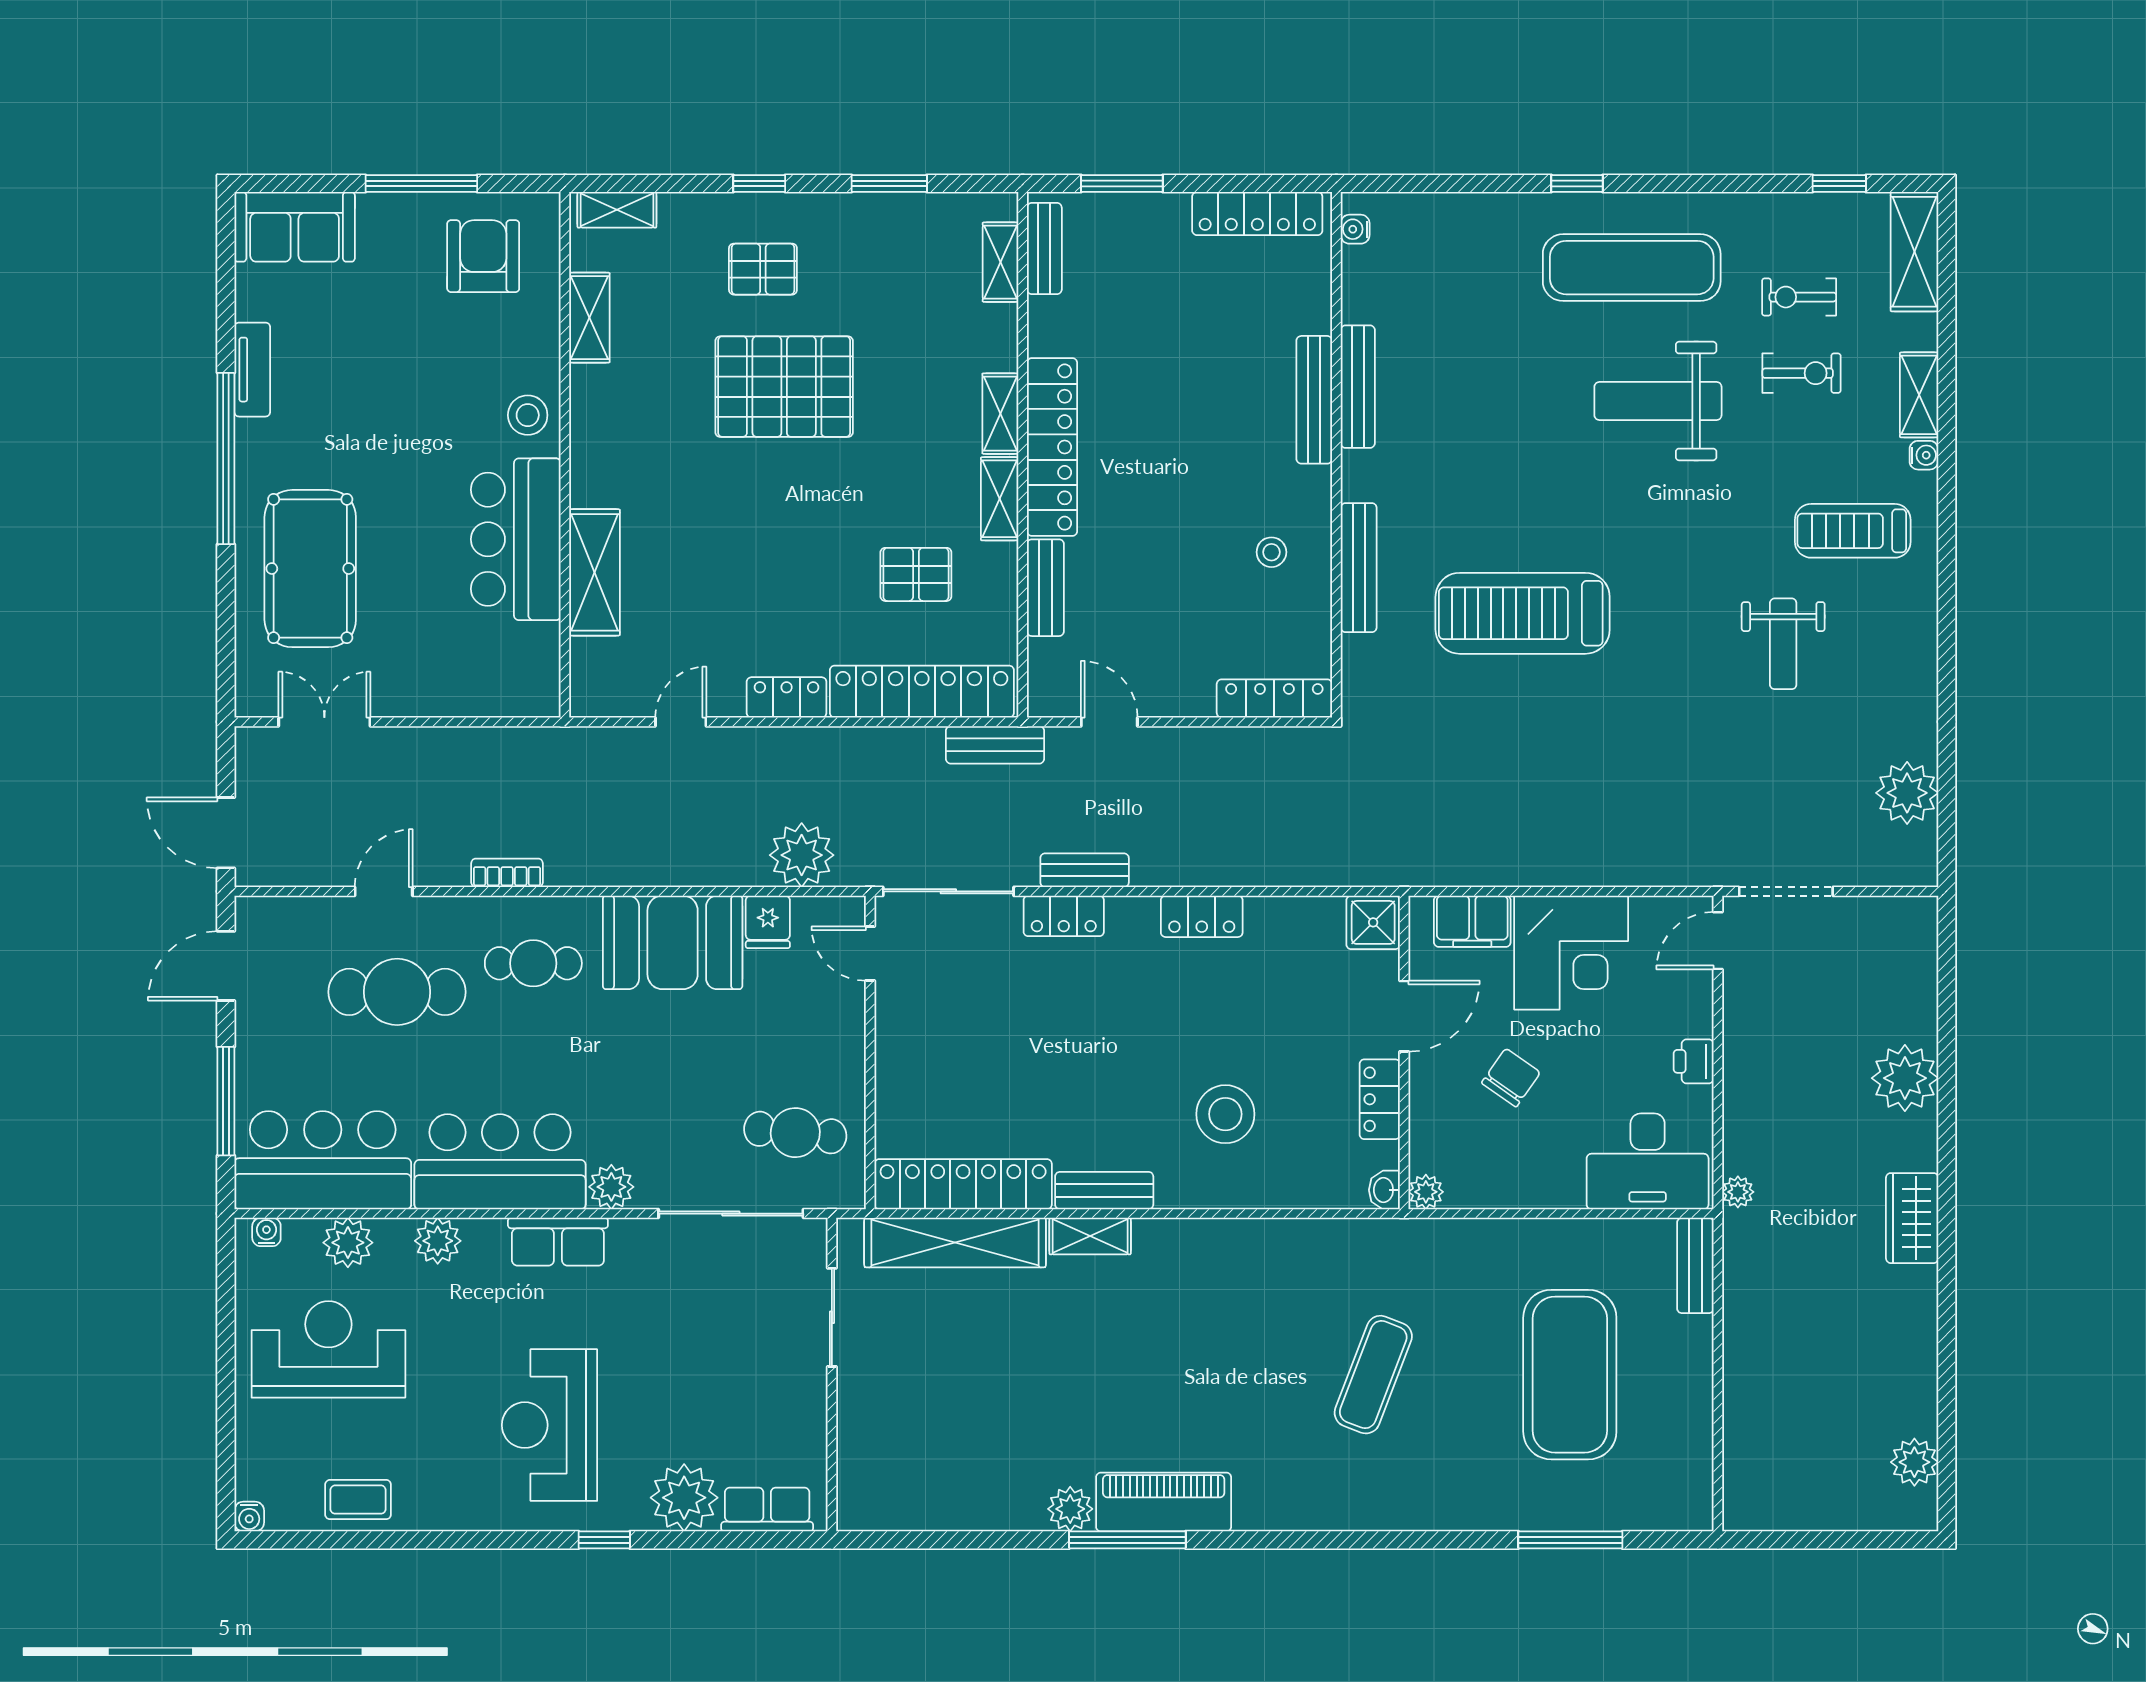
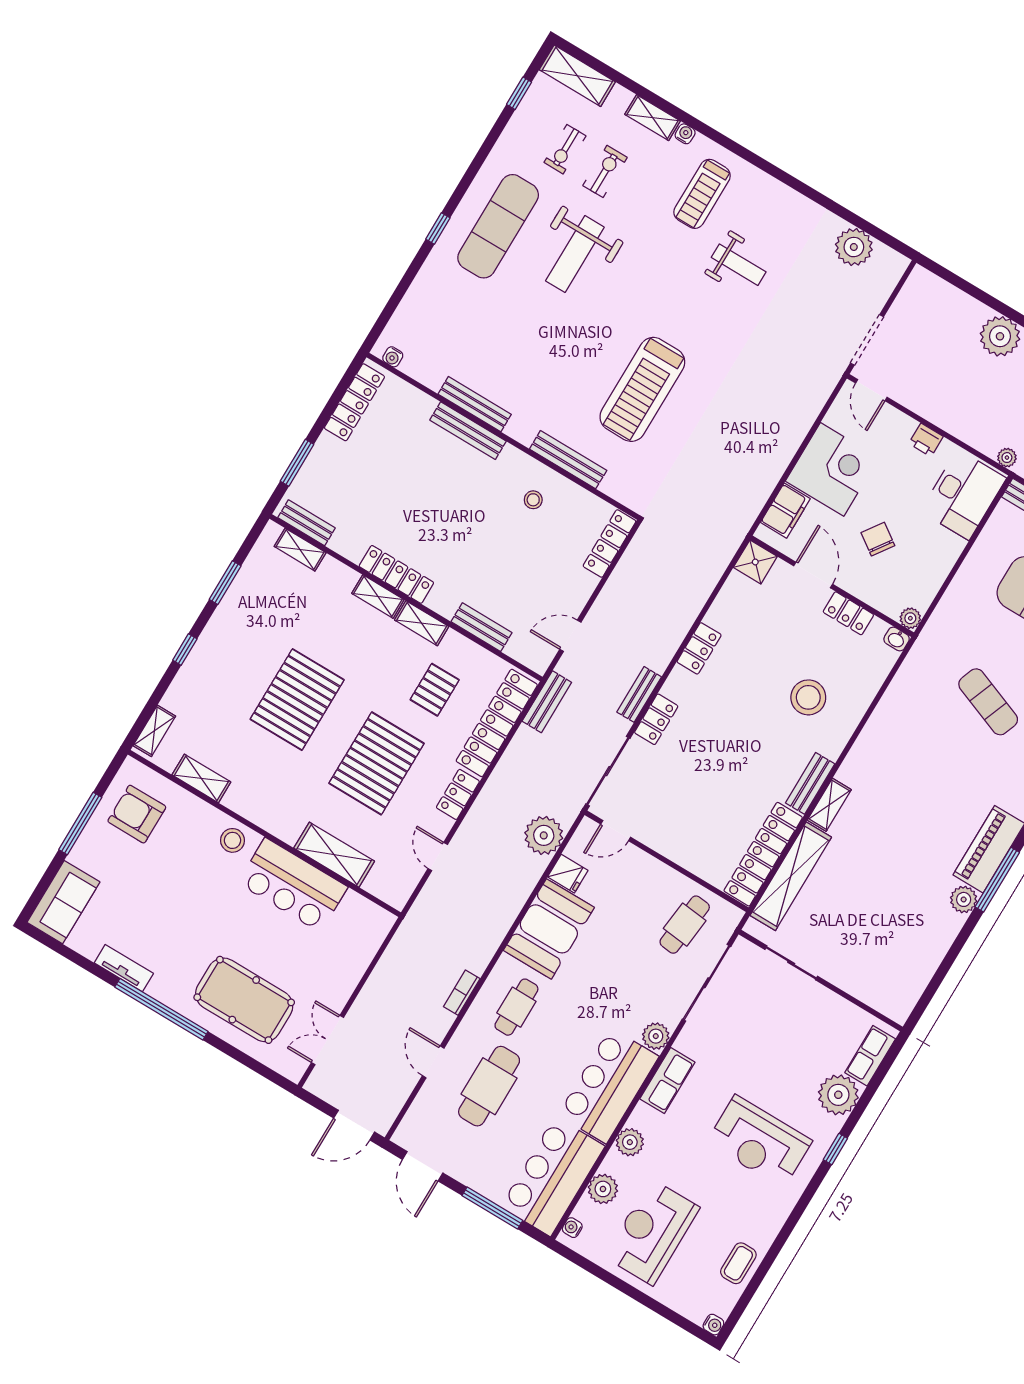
pallet: (763, 269) -> (377, 763), moved, width x2.05, depth x2.00
locker: (1052, 447) -> (396, 574), width x0.71, depth x0.83

